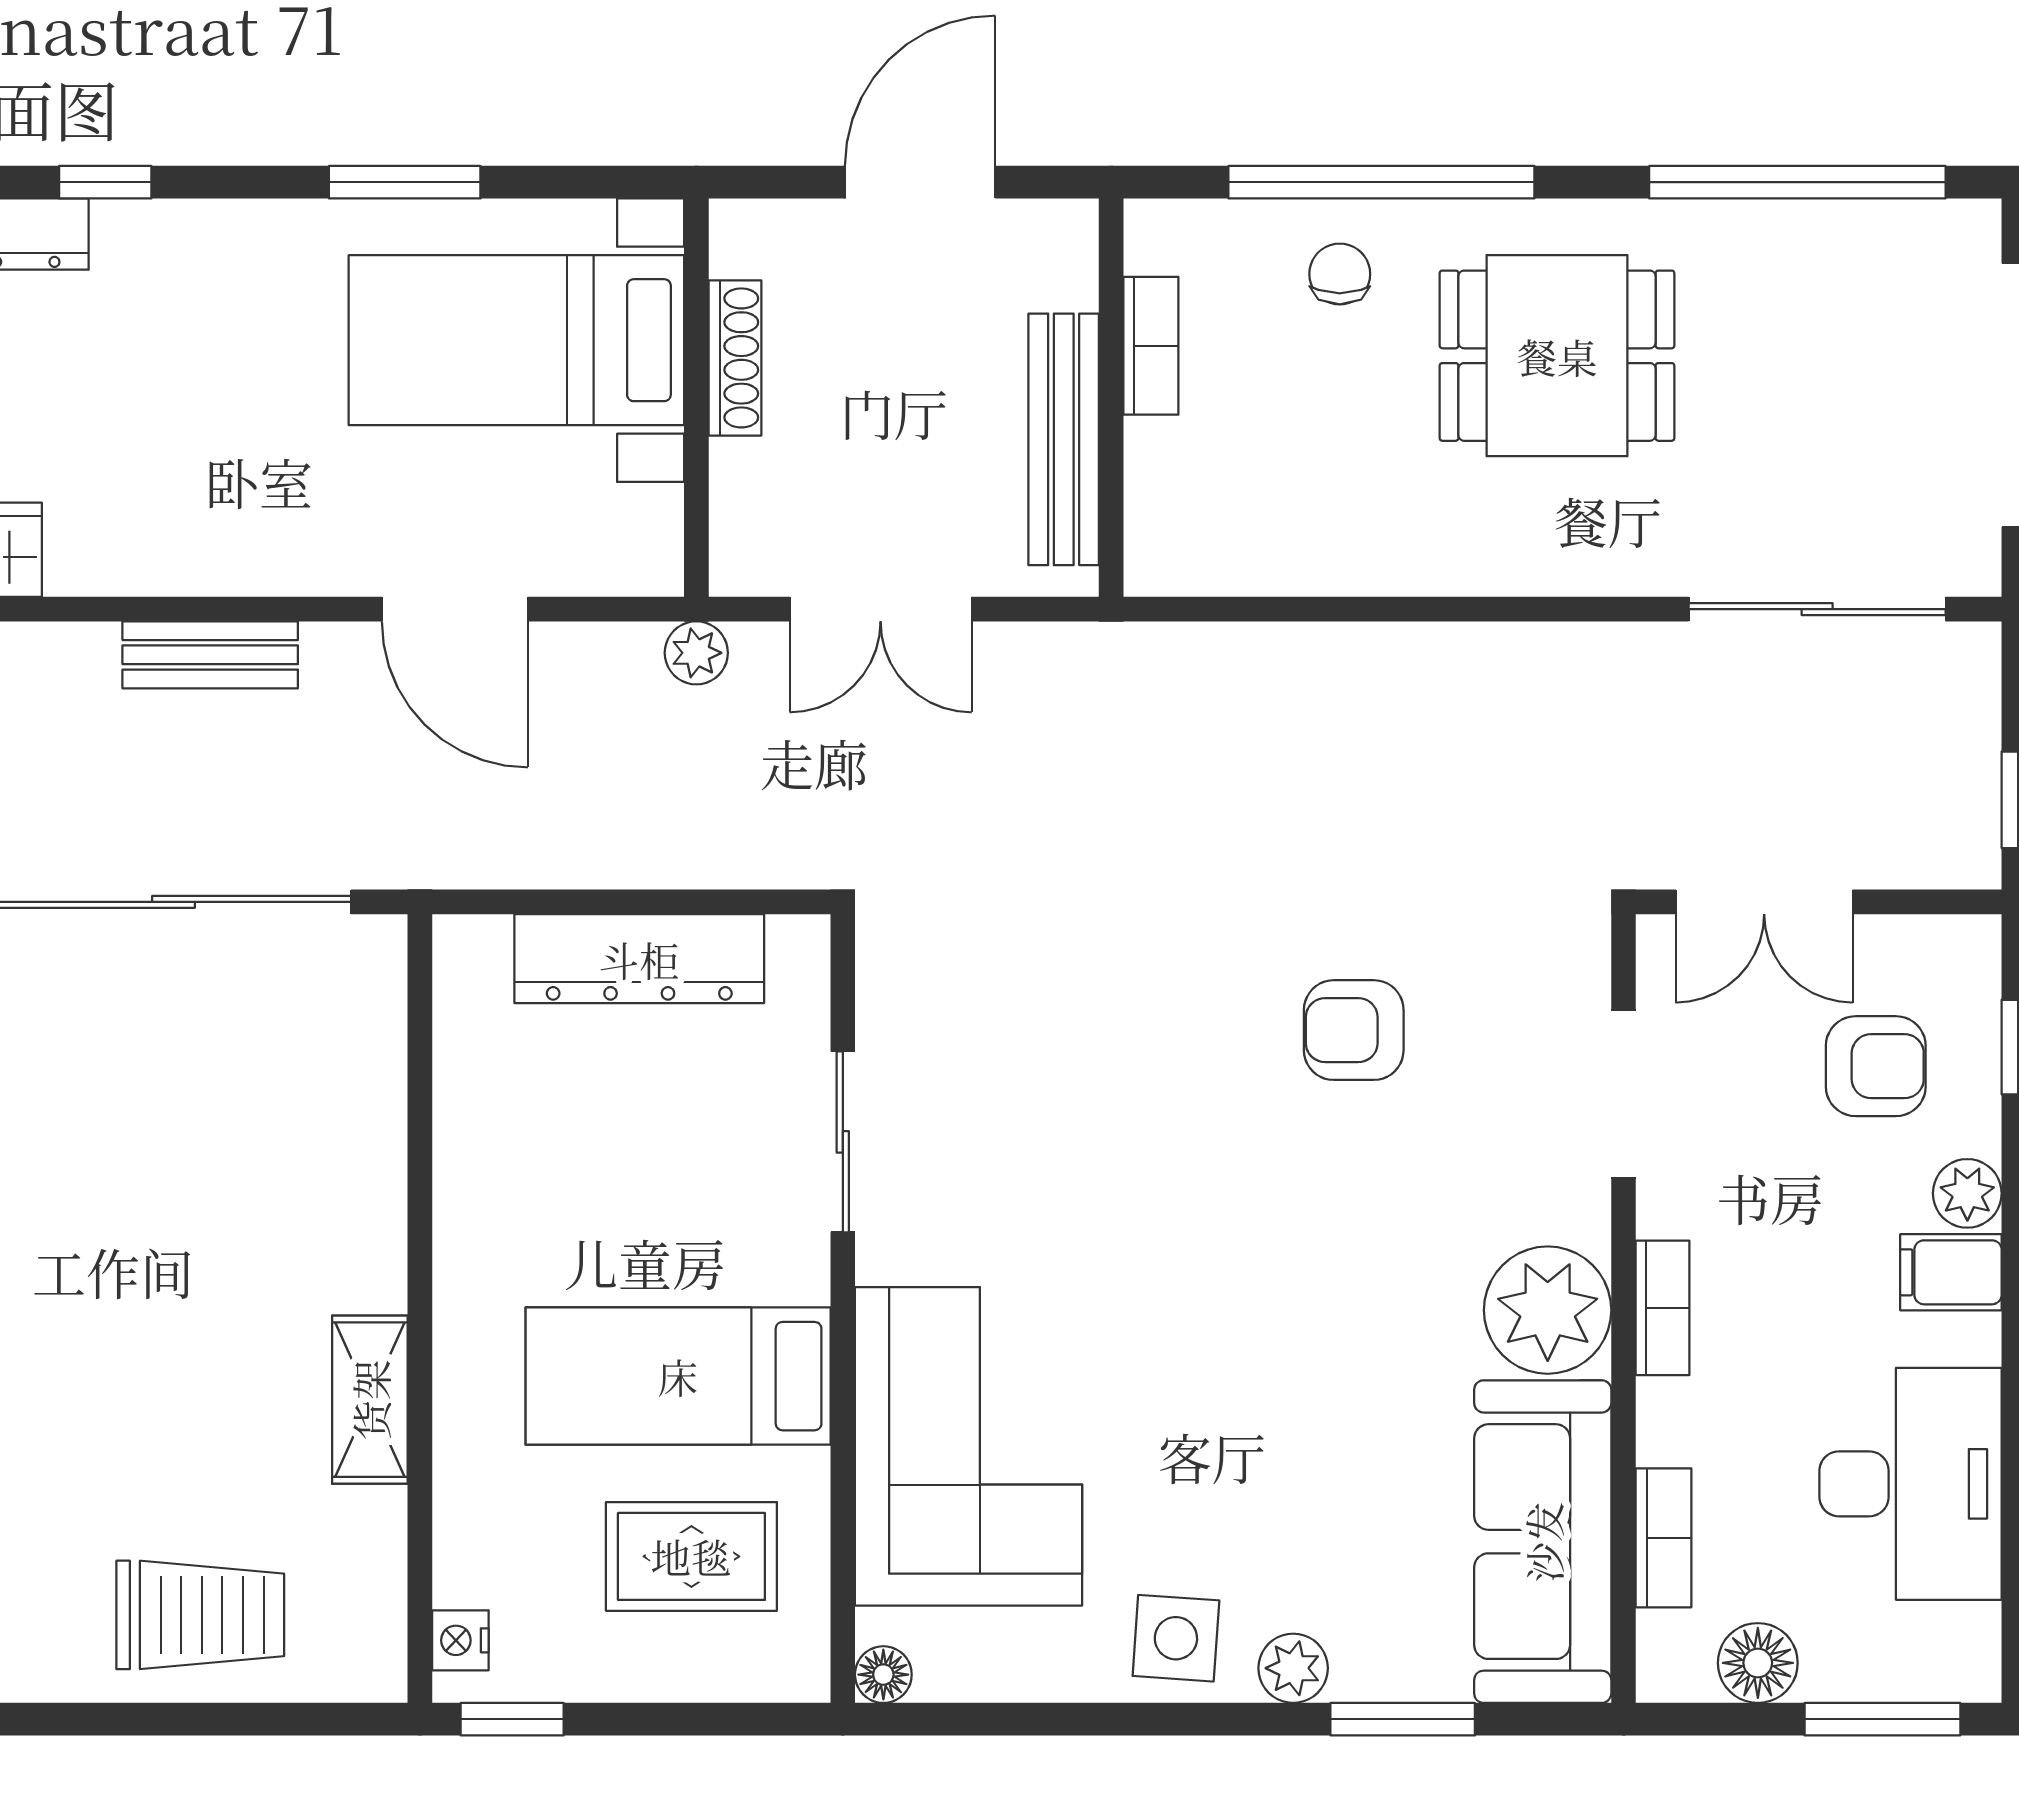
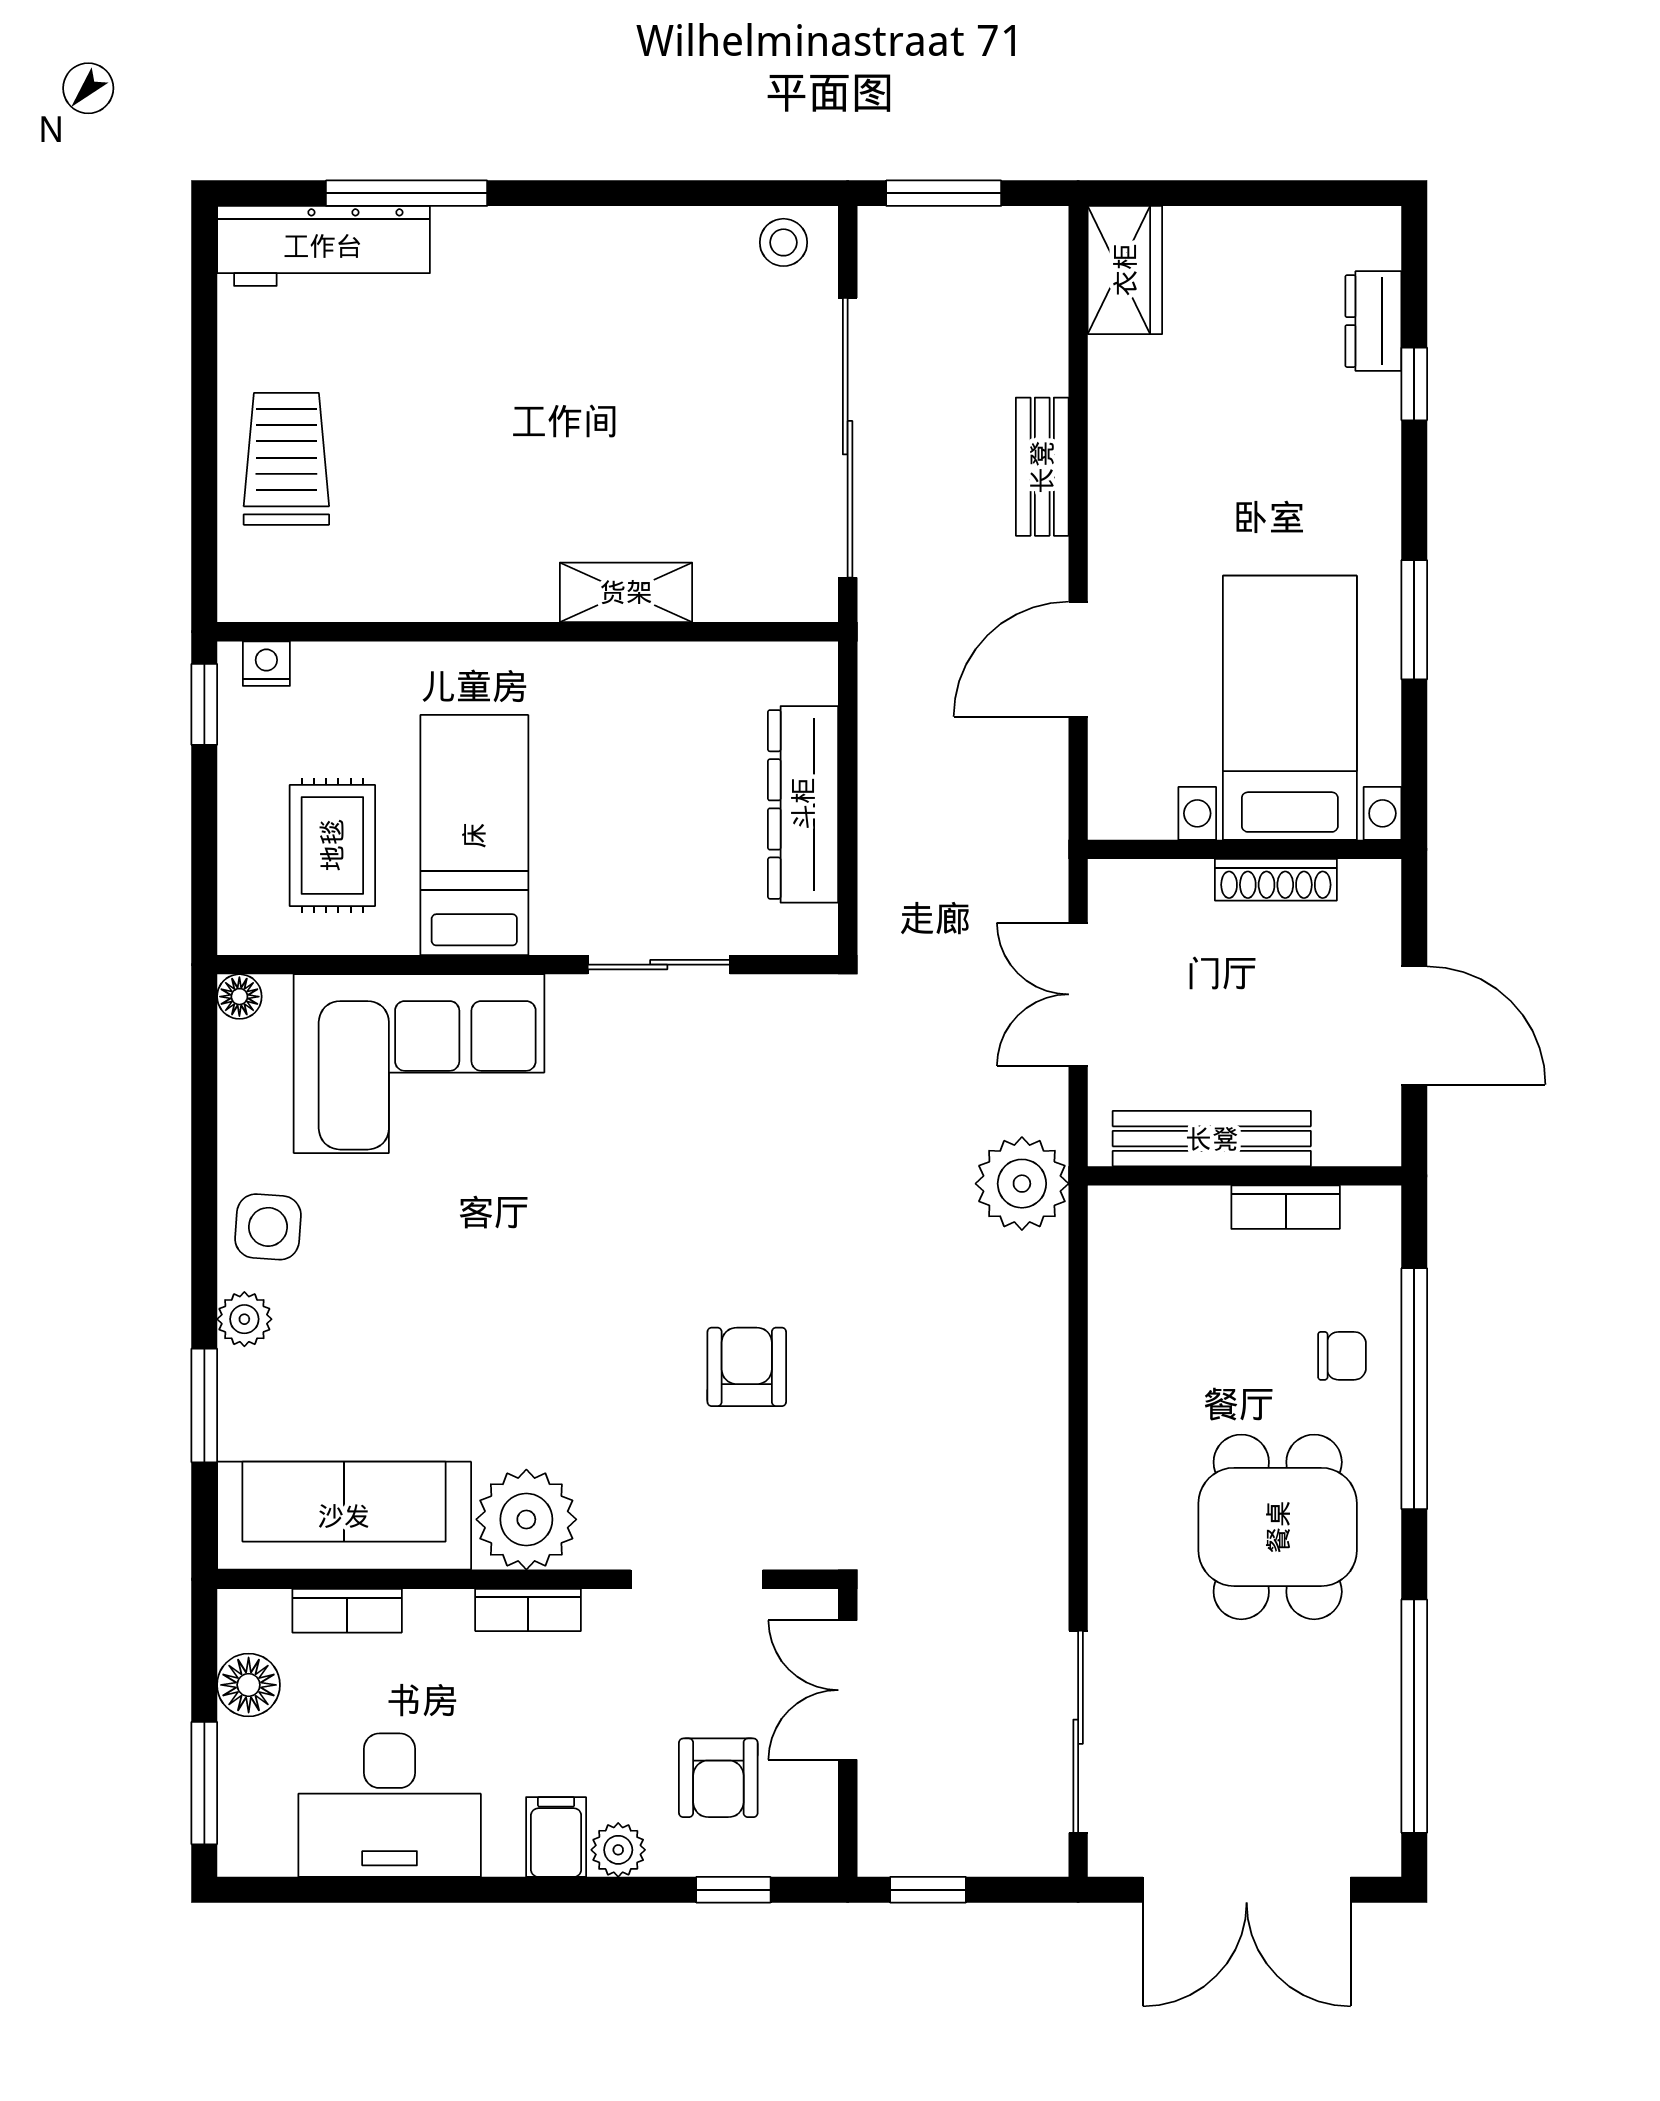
plant: (696, 653) -> (1022, 1184), moved, width x1.88, depth x1.88
shelving: (370, 1400) -> (626, 592), moved
trolley: (200, 1615) -> (286, 459), turned 180

